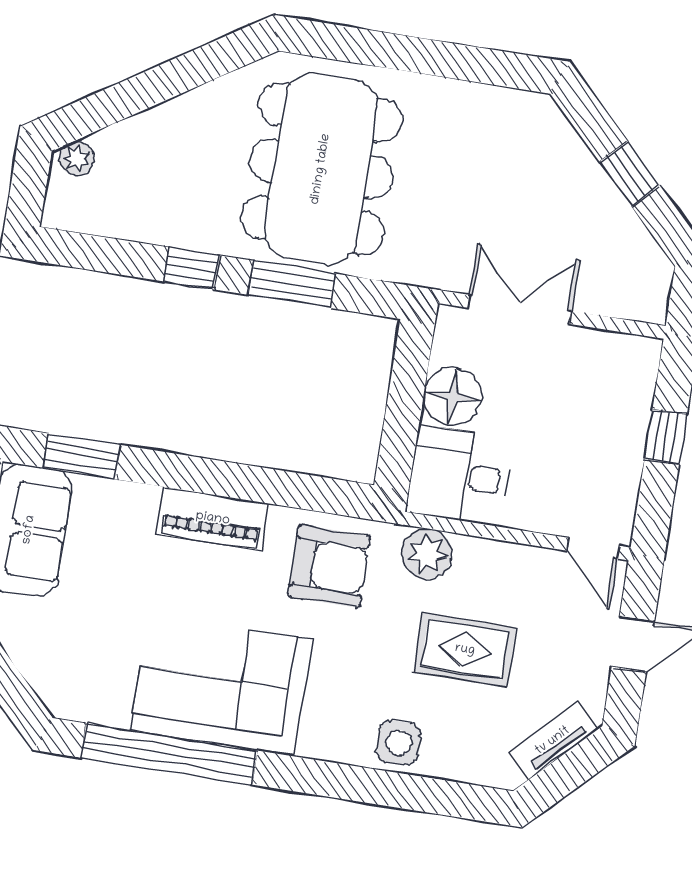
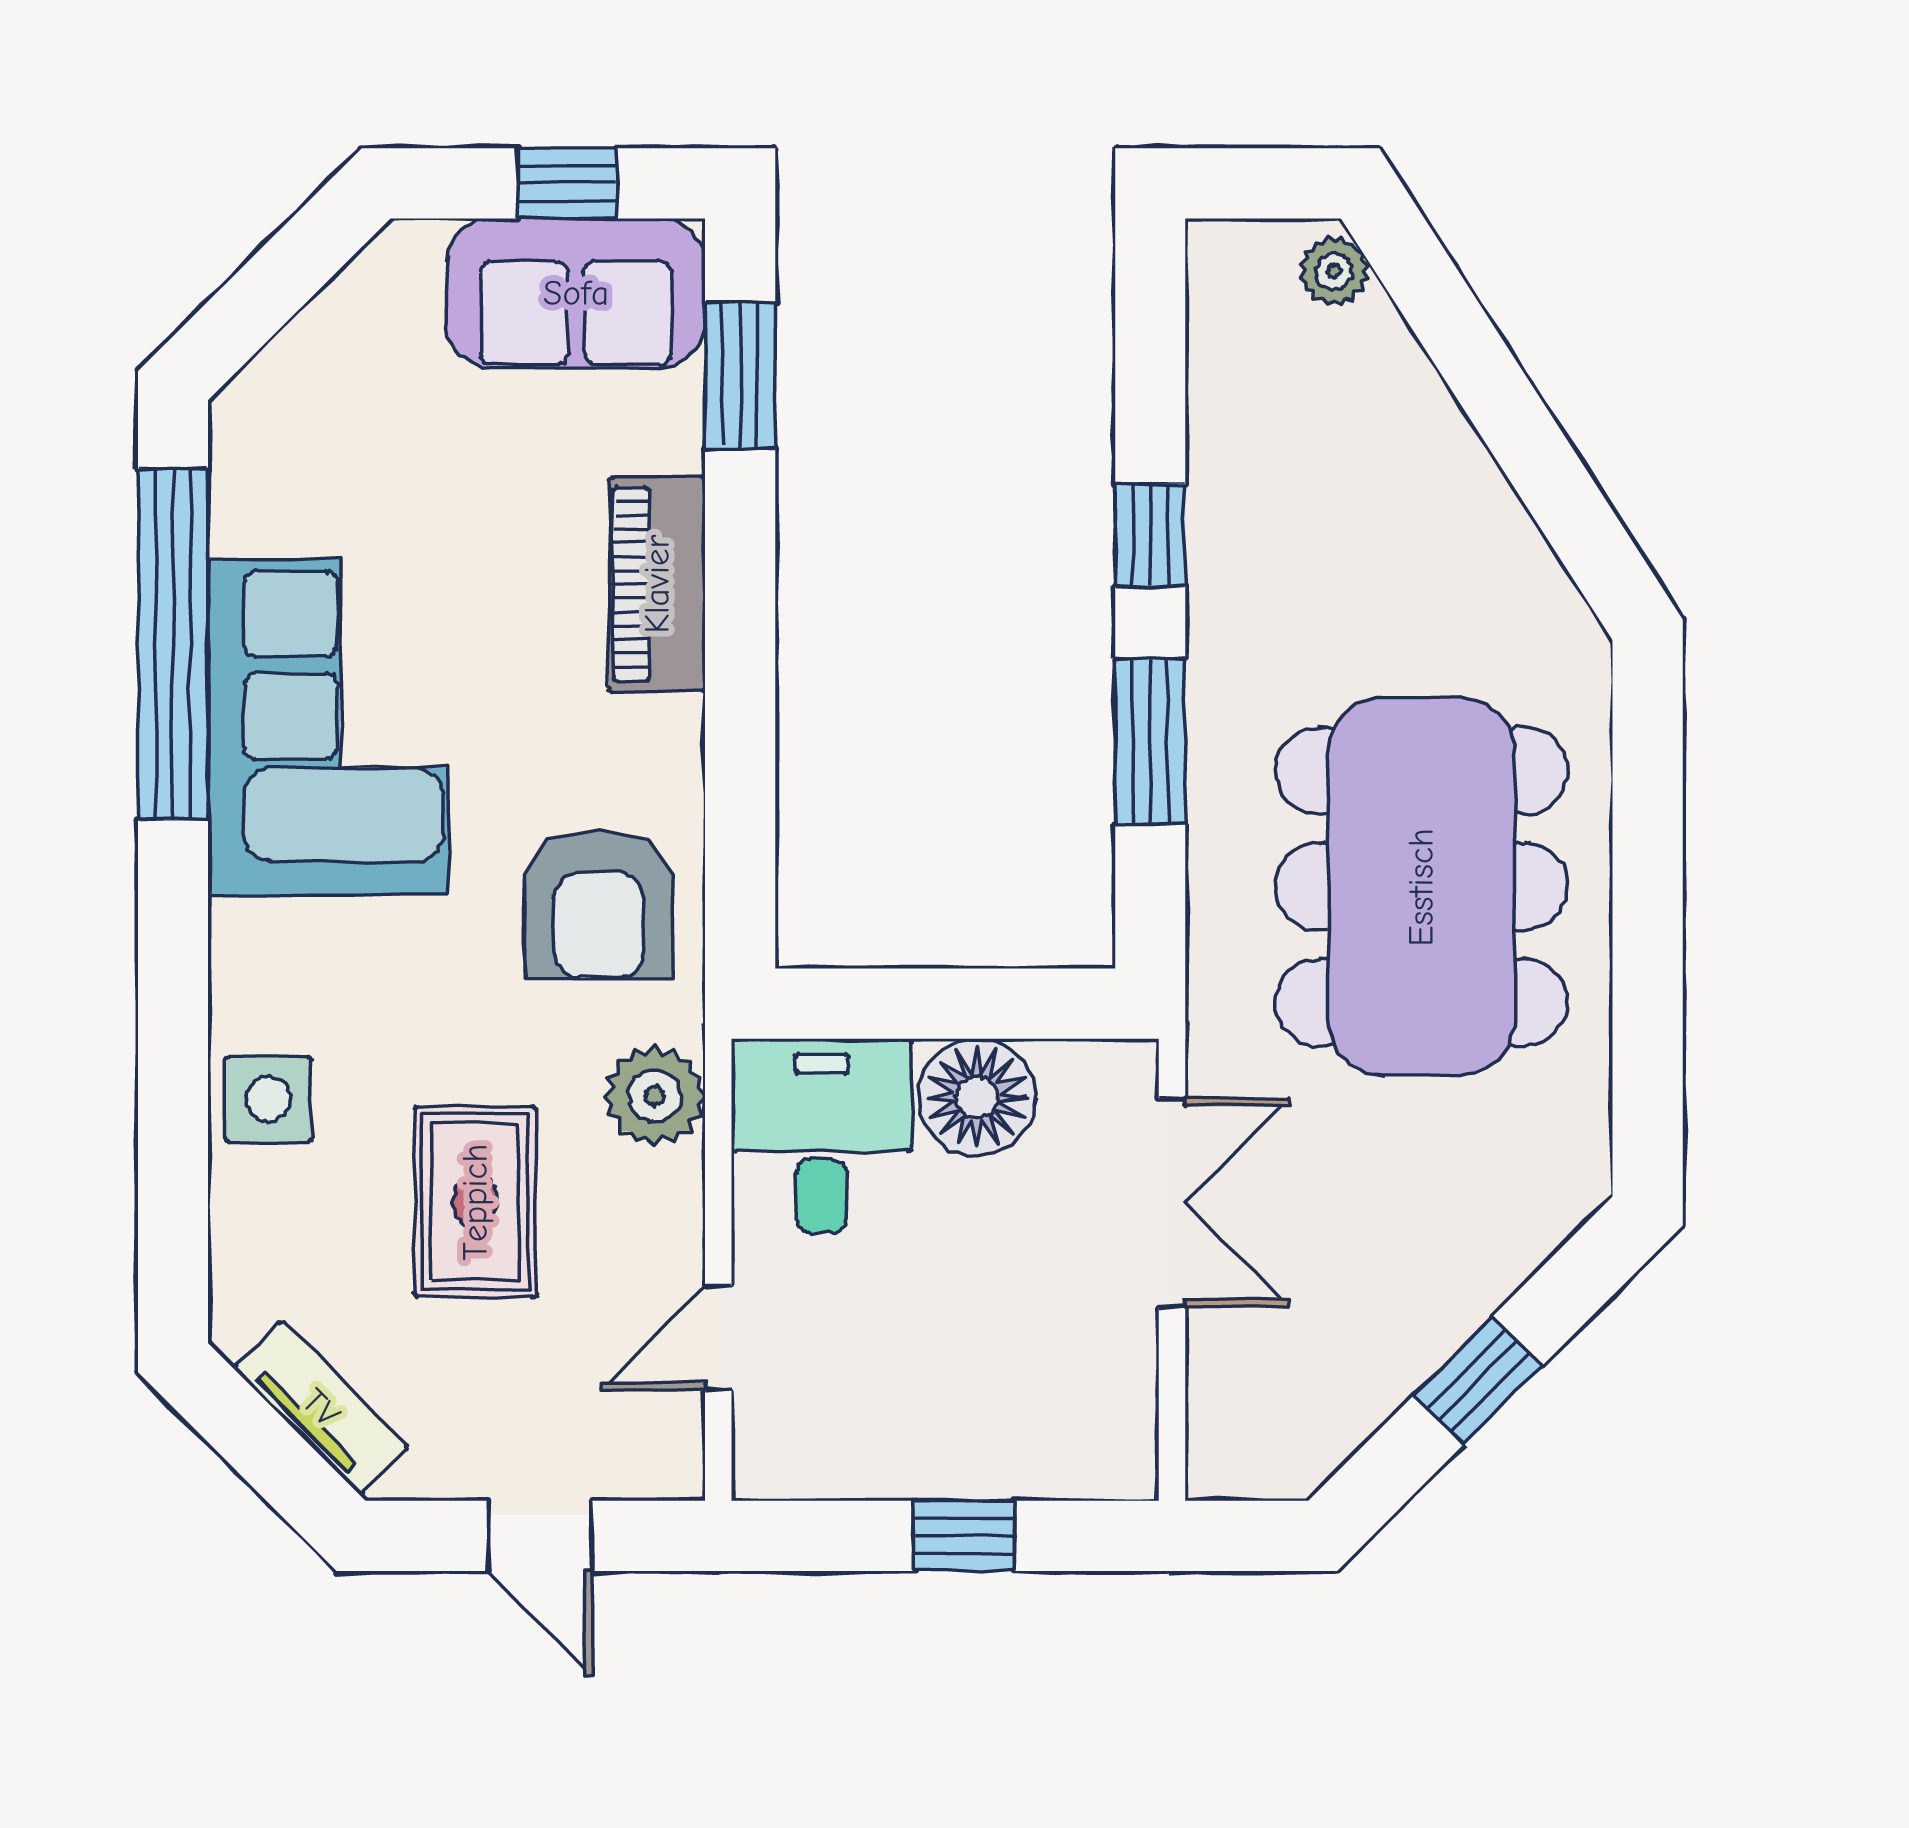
dining table: (321, 169) -> (1421, 887), moved, turned 90
piano: (213, 519) -> (657, 584), moved
door: (593, 548) -> (718, 1338), moved

